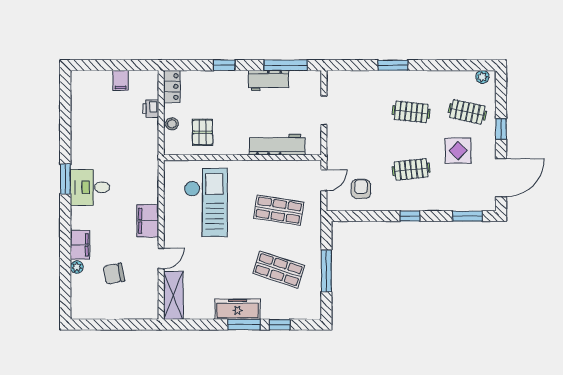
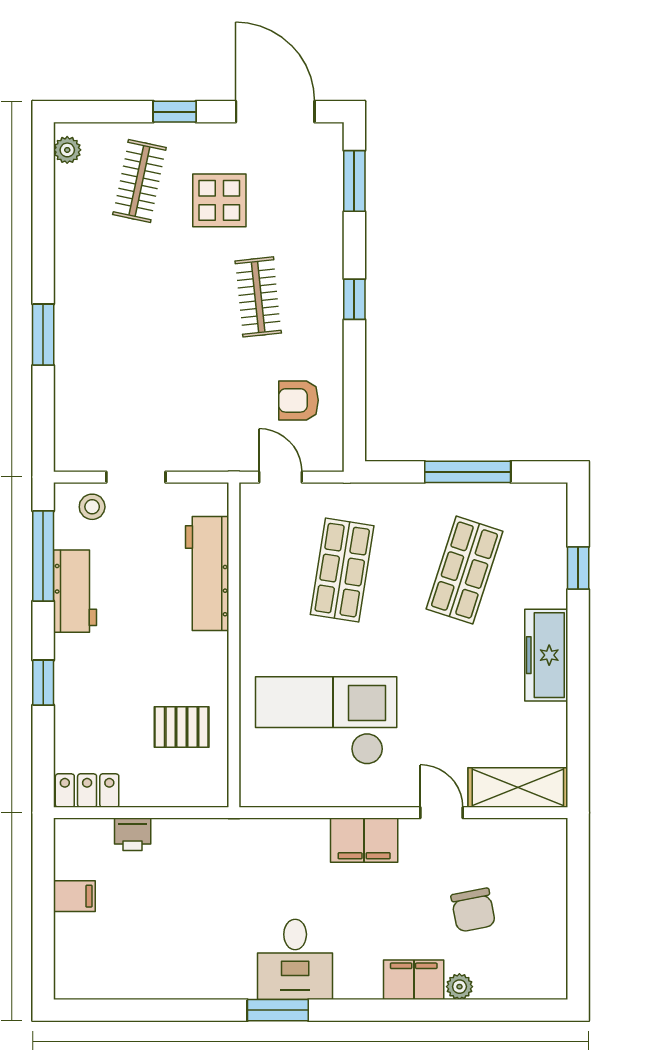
clothes rail: (411, 112) -> (139, 297), removed
stool: (172, 124) -> (92, 507), moved
window: (244, 325) -> (578, 642), removed

